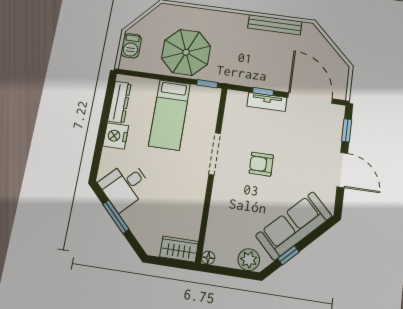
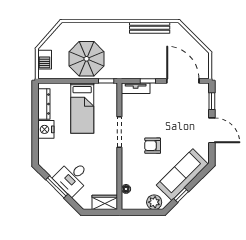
tv unit: (267, 102) -> (136, 88), moved
armchair: (261, 164) -> (153, 146), moved
desk: (125, 186) -> (72, 177), moved
floor lamp: (208, 258) -> (126, 189), moved

